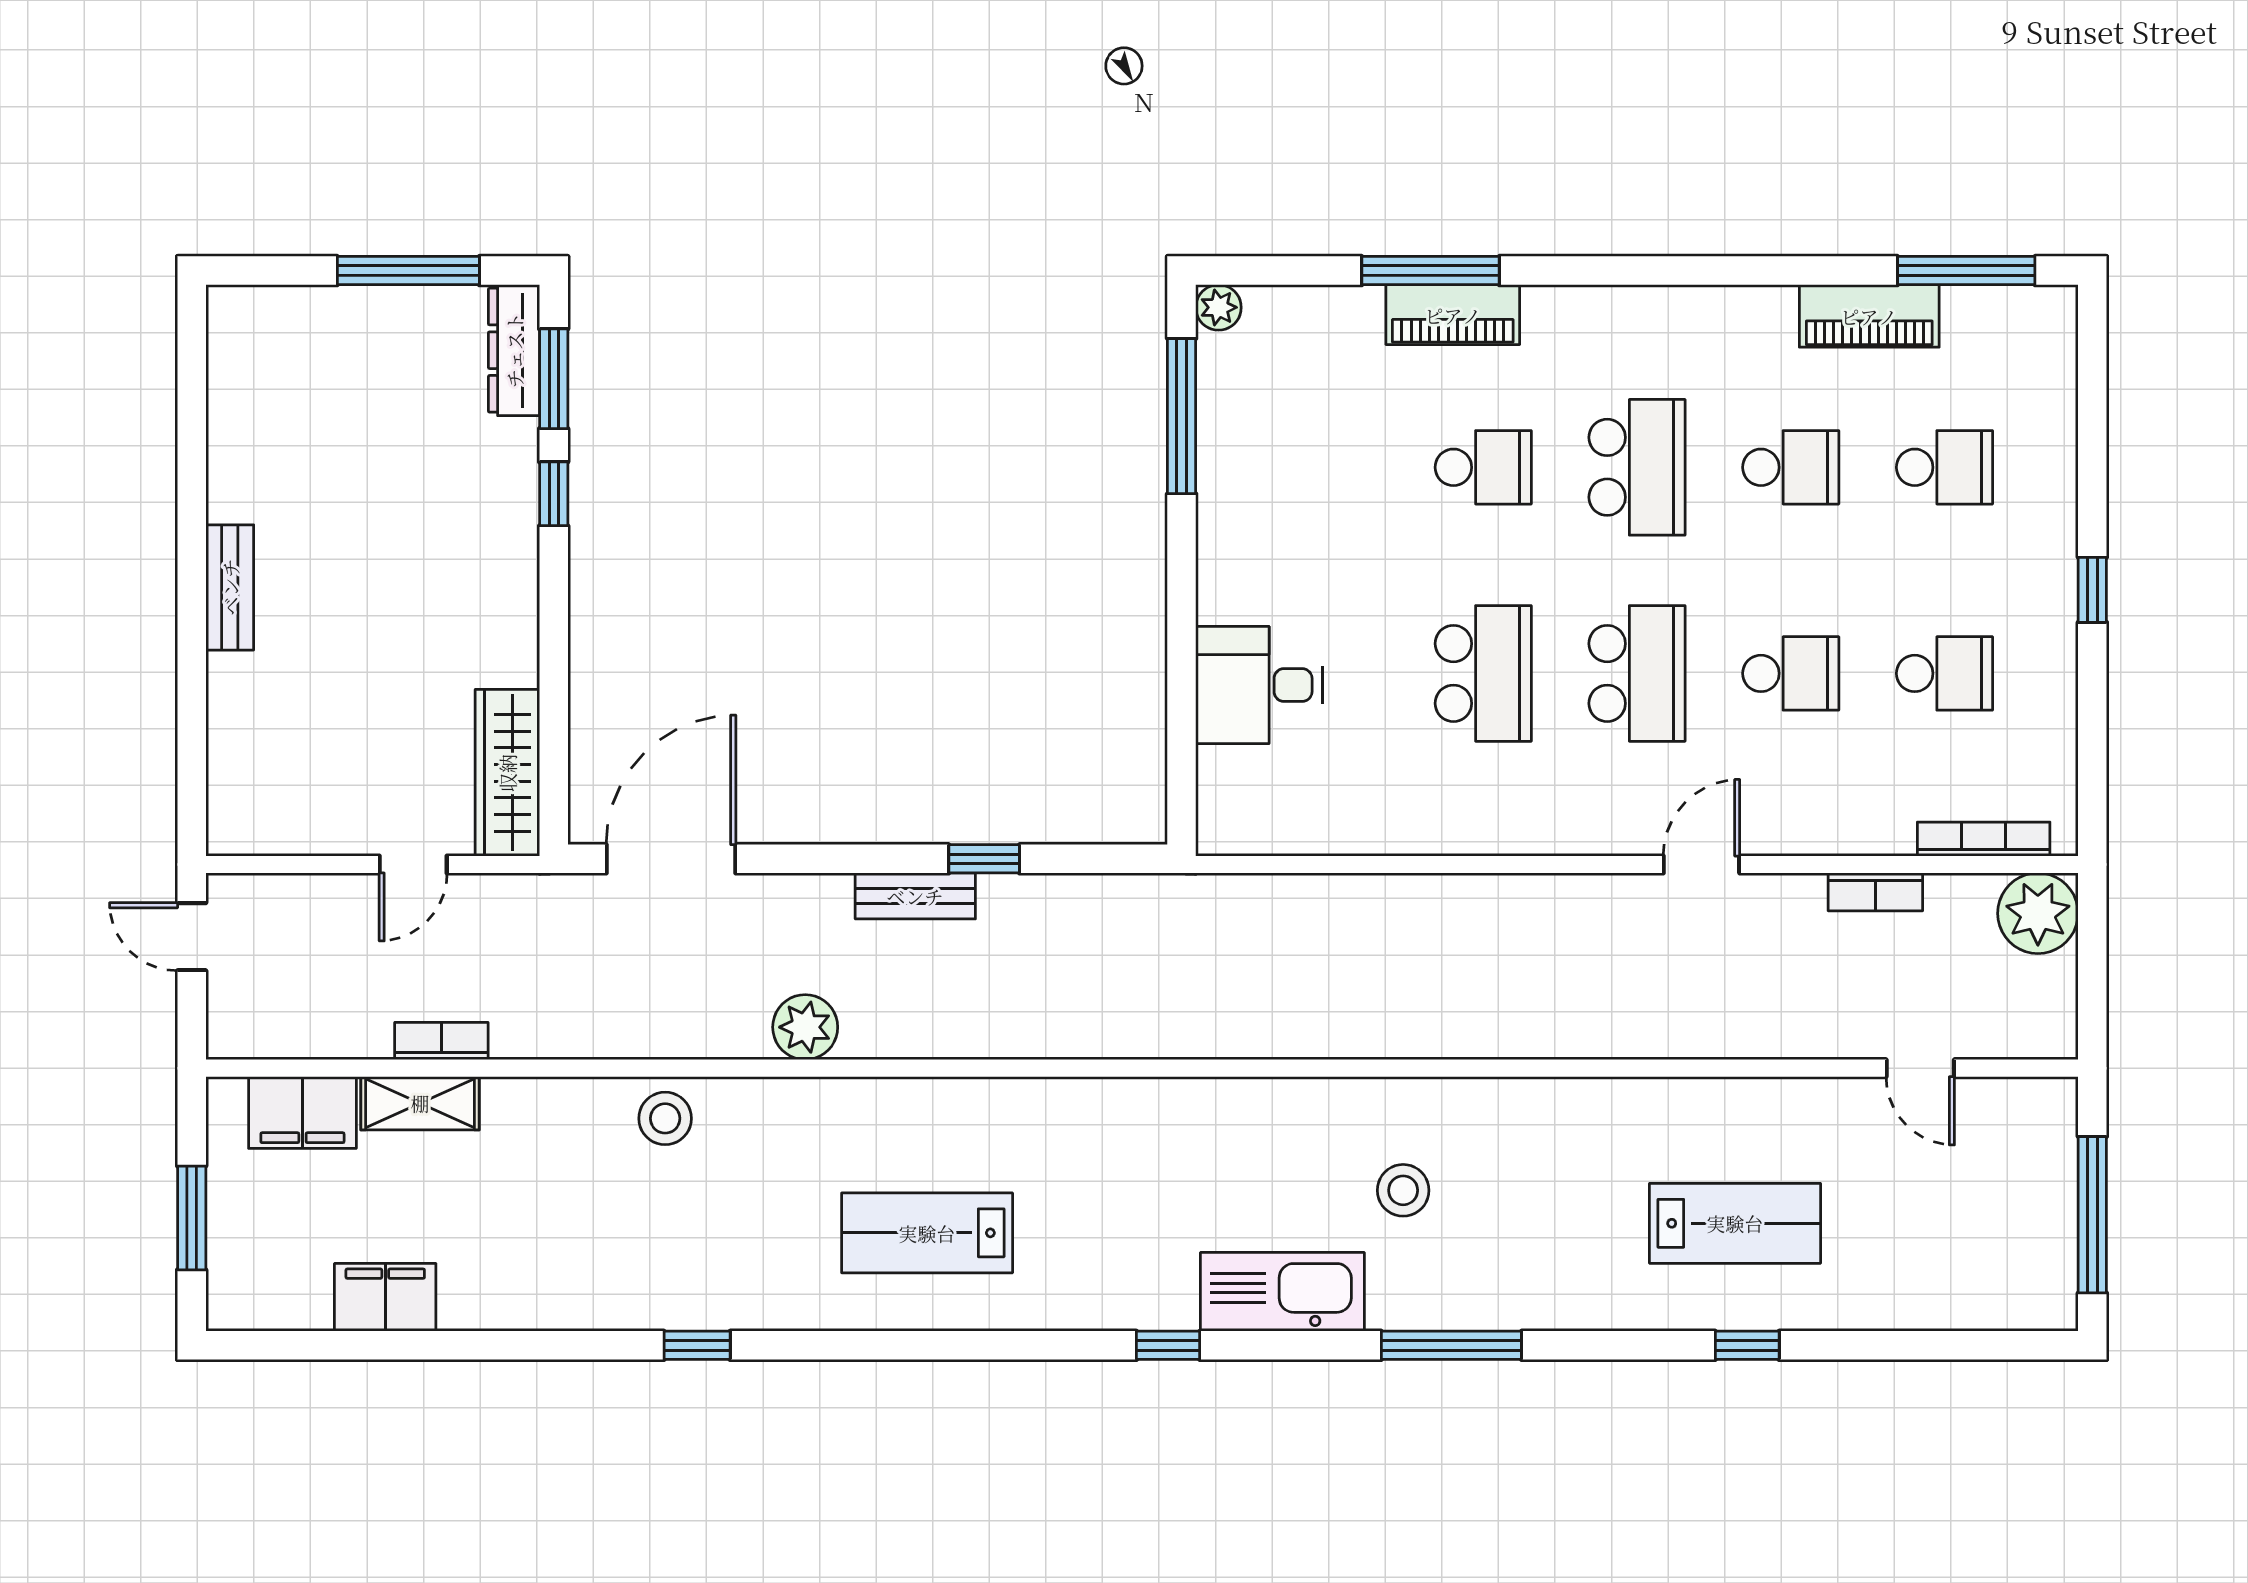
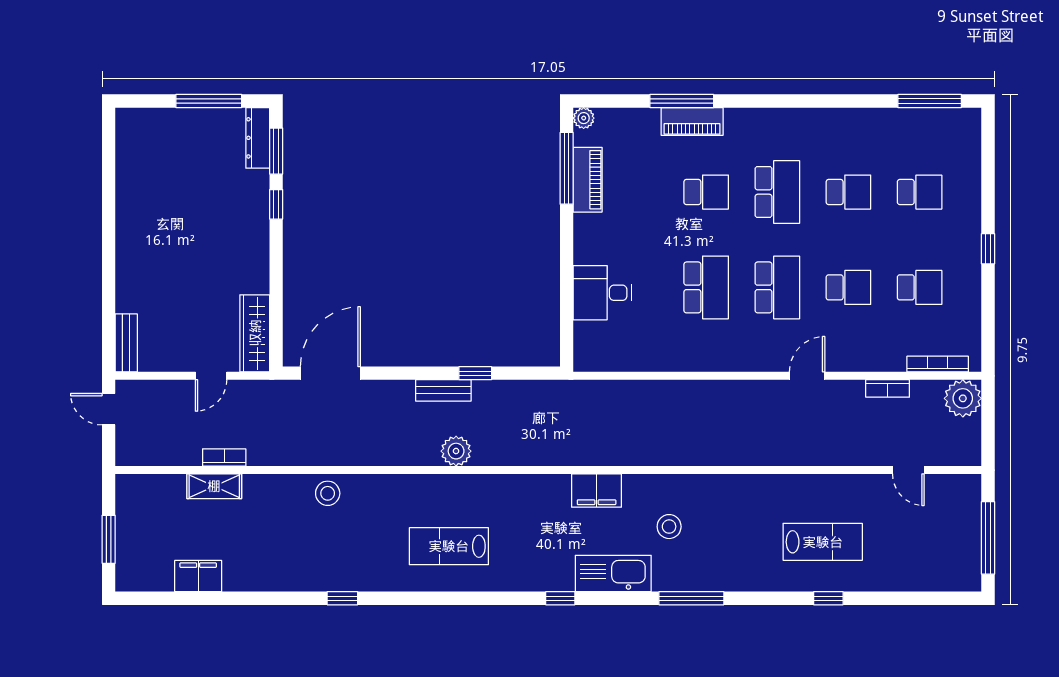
piano: (1869, 316) -> (588, 180), moved, turned -90
bench: (230, 587) -> (126, 343), moved
plant: (805, 1027) -> (456, 451), moved
filing cabinet: (302, 1113) -> (597, 491), moved

